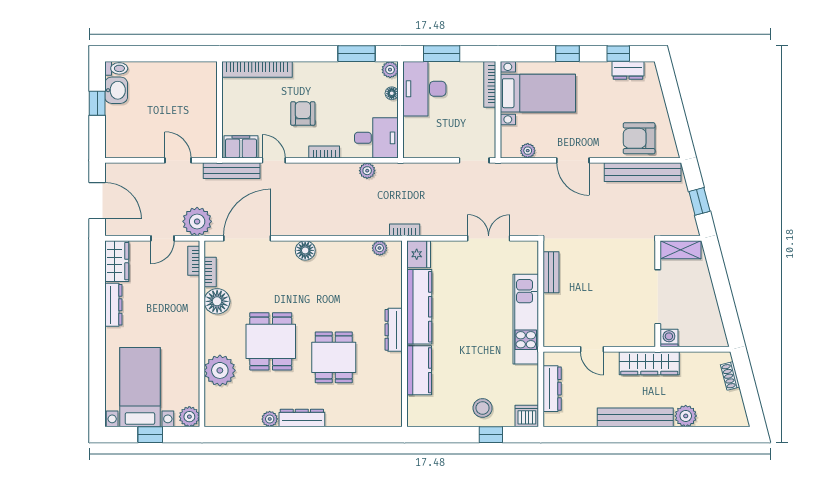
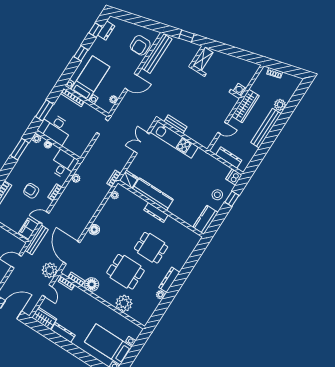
kitchen unit: (526, 319) -> (174, 140), moved
kitchen counter: (419, 370) -> (205, 220), moved, turned -90
plant: (189, 417) -> (136, 331), removed
window: (150, 435) -> (133, 354), removed

